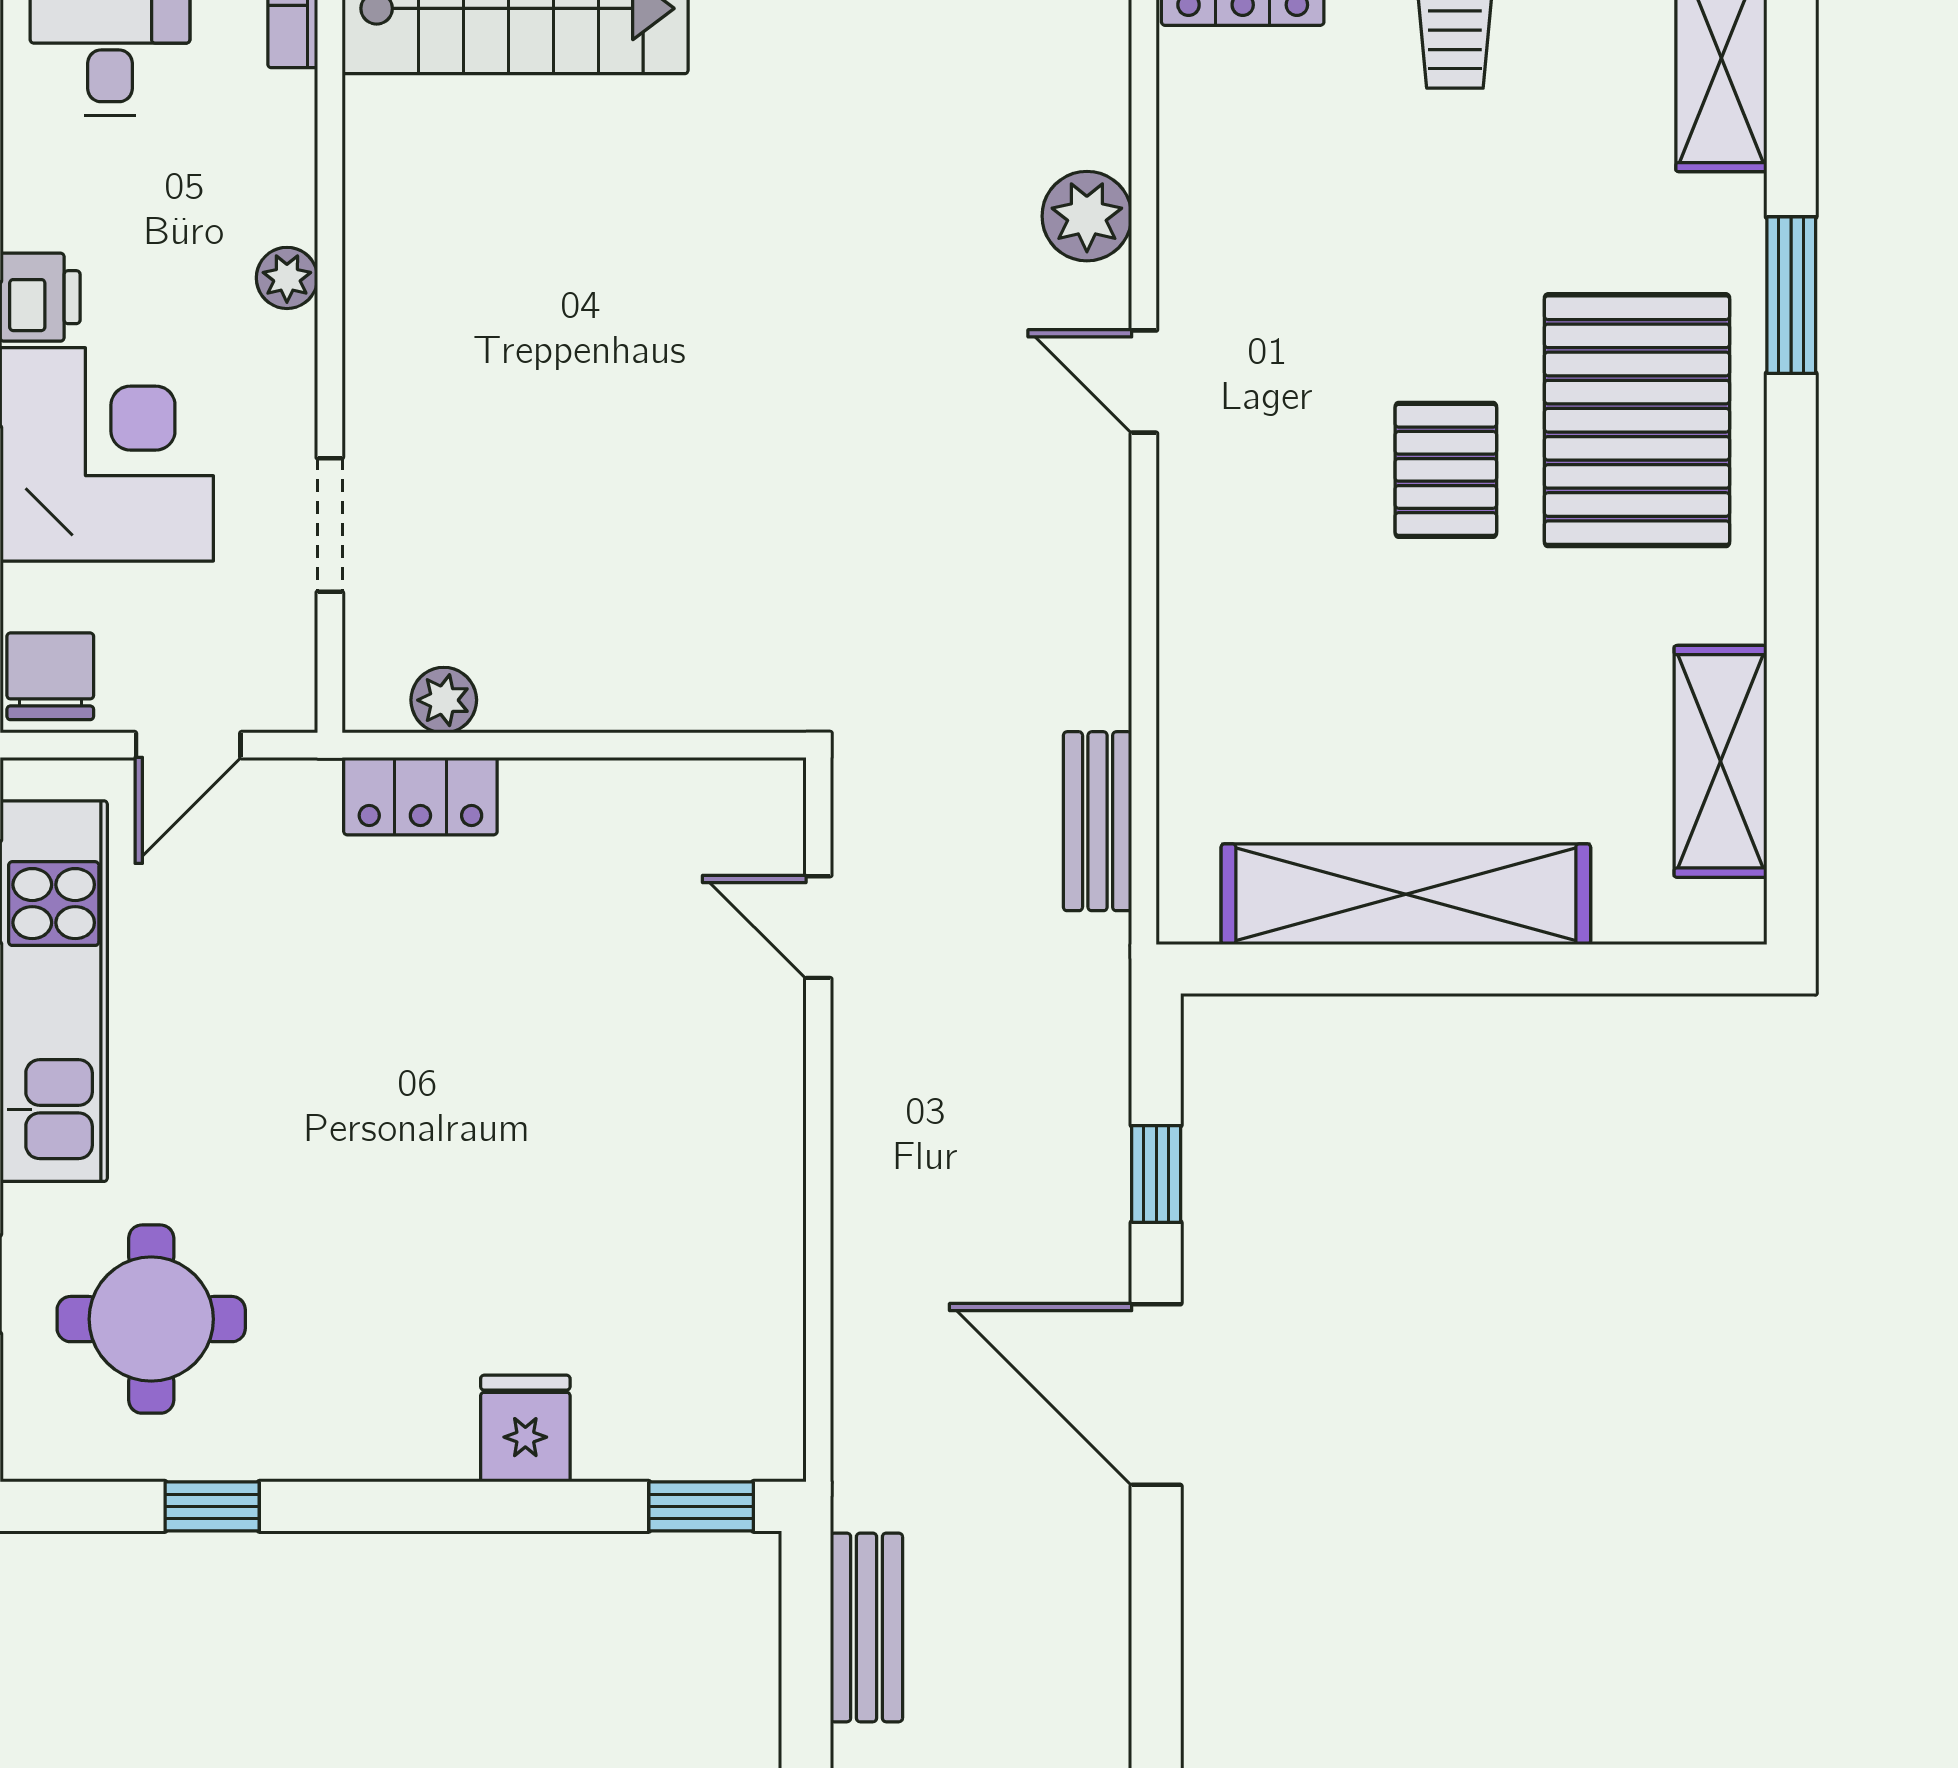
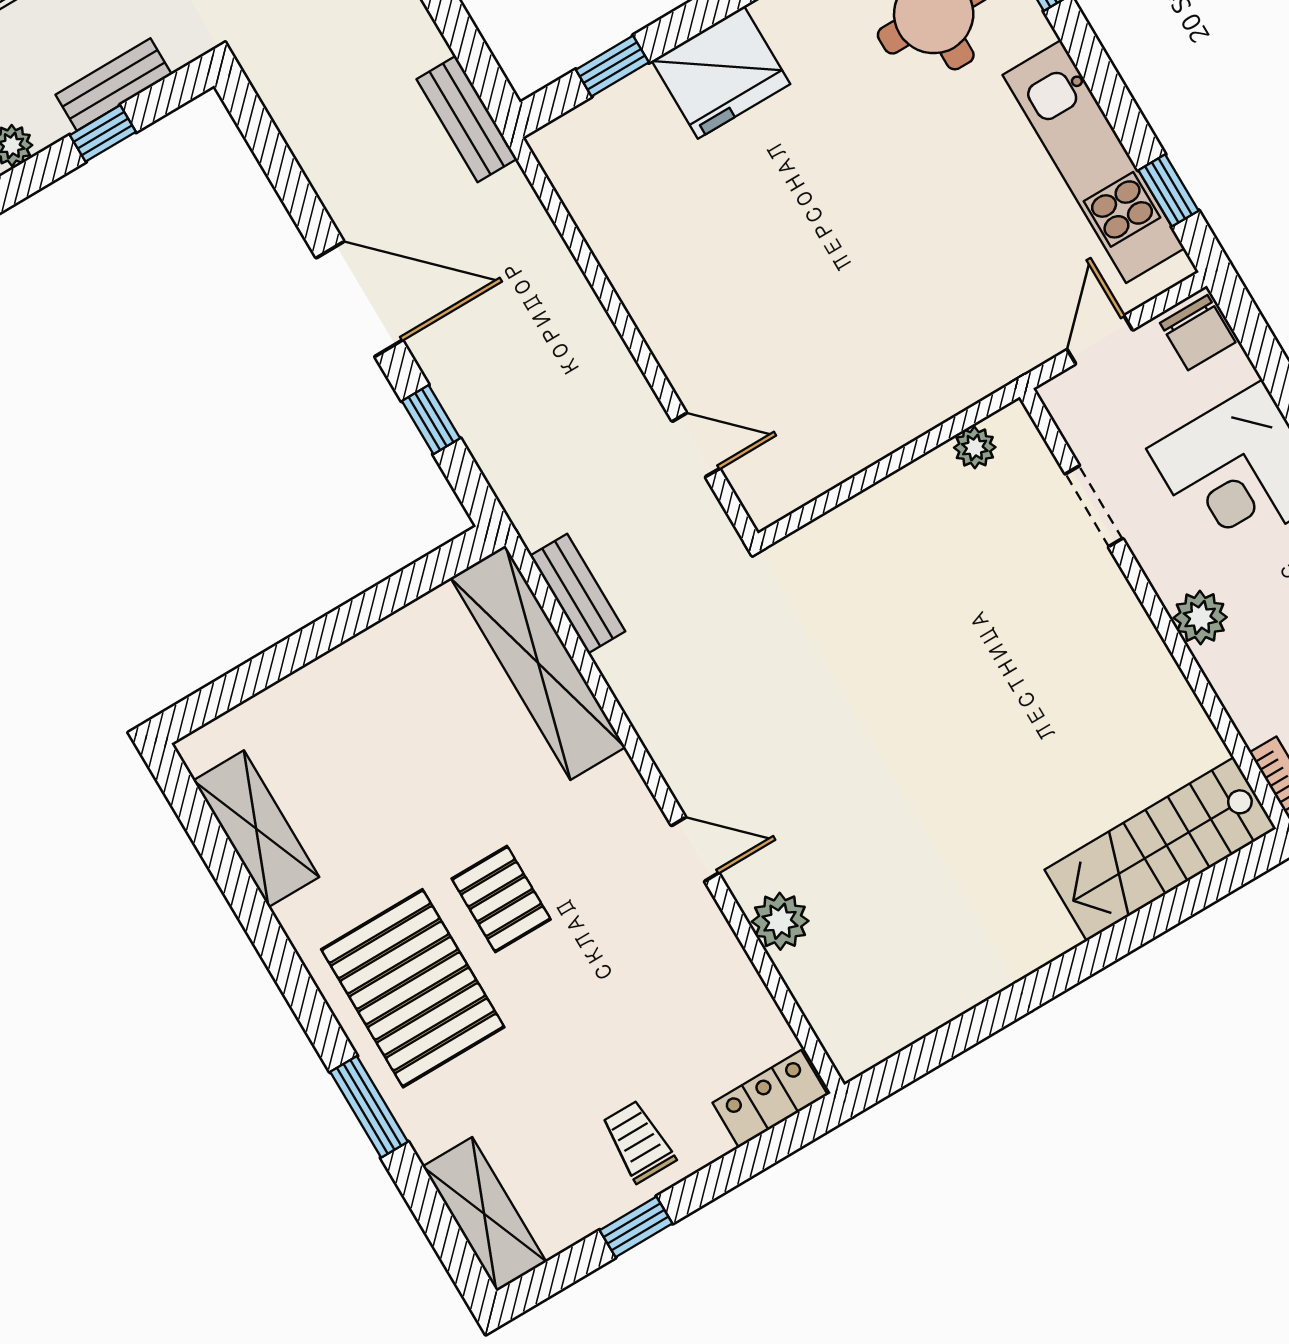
plant: (287, 278) -> (1200, 618), width x1.38, depth x1.38
locker: (420, 796) -> (956, 387), removed
shelving: (1406, 894) -> (538, 663), moved, turned 90
fridge: (525, 1429) -> (721, 72), width x1.88, depth x1.34
window: (701, 1506) -> (612, 66), moved
bench: (867, 1627) -> (467, 119), moved

